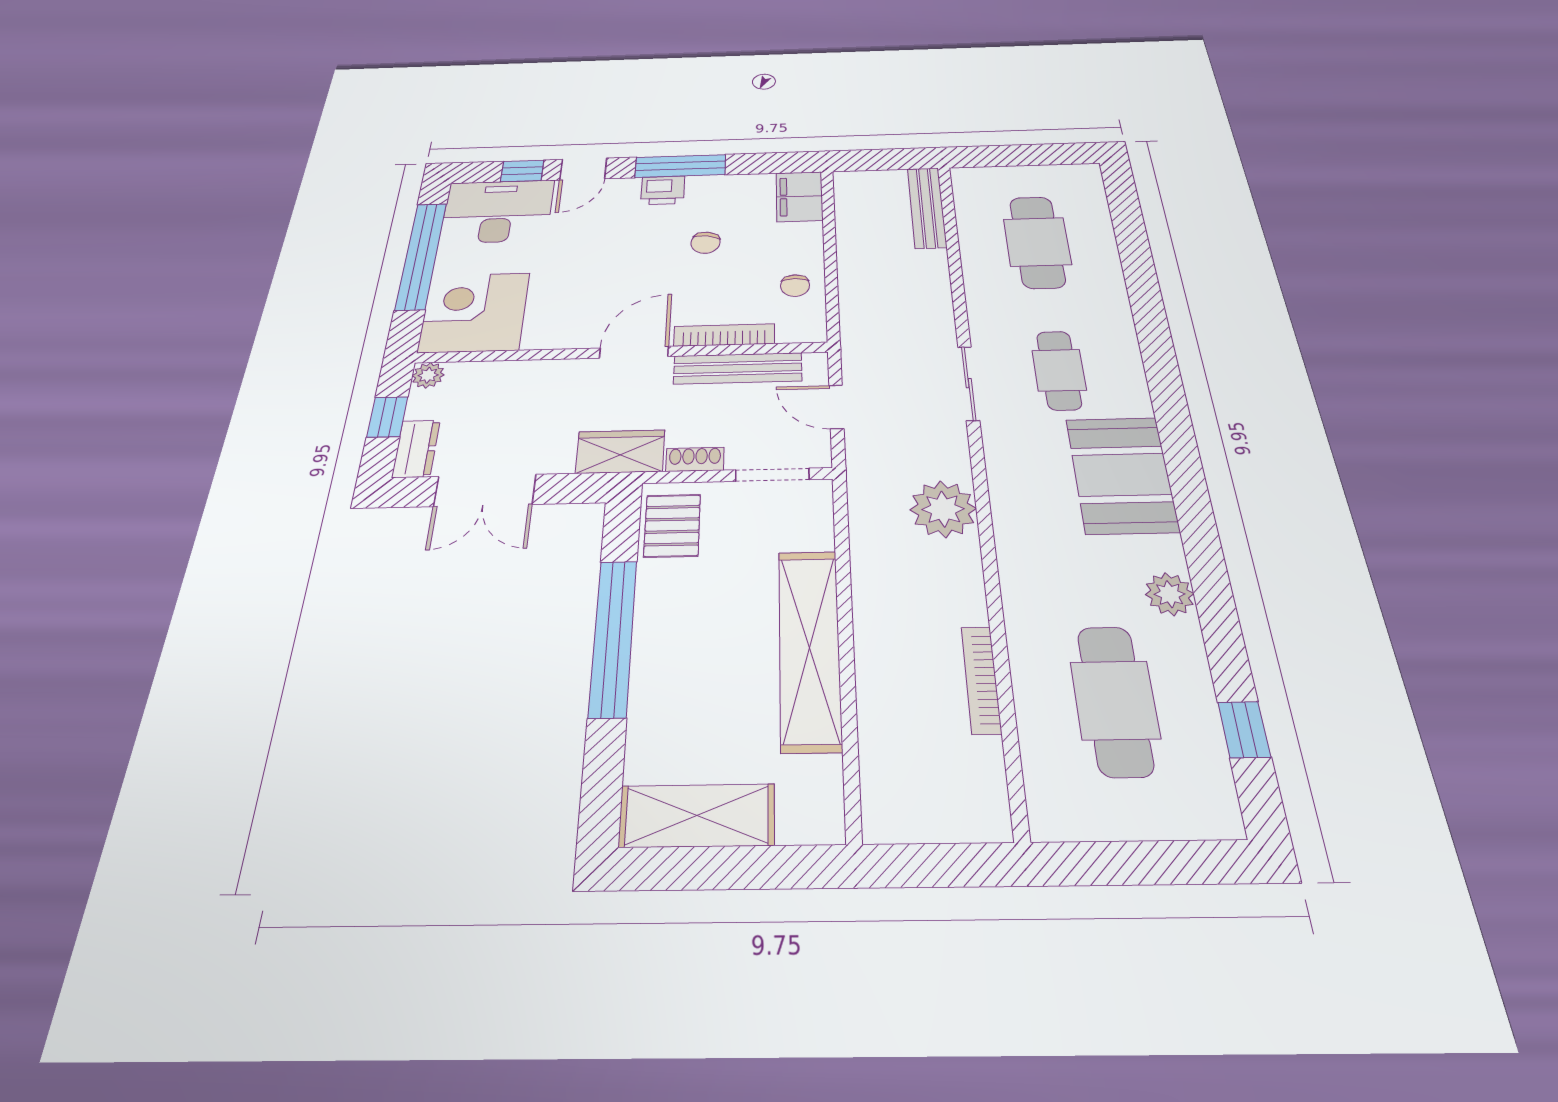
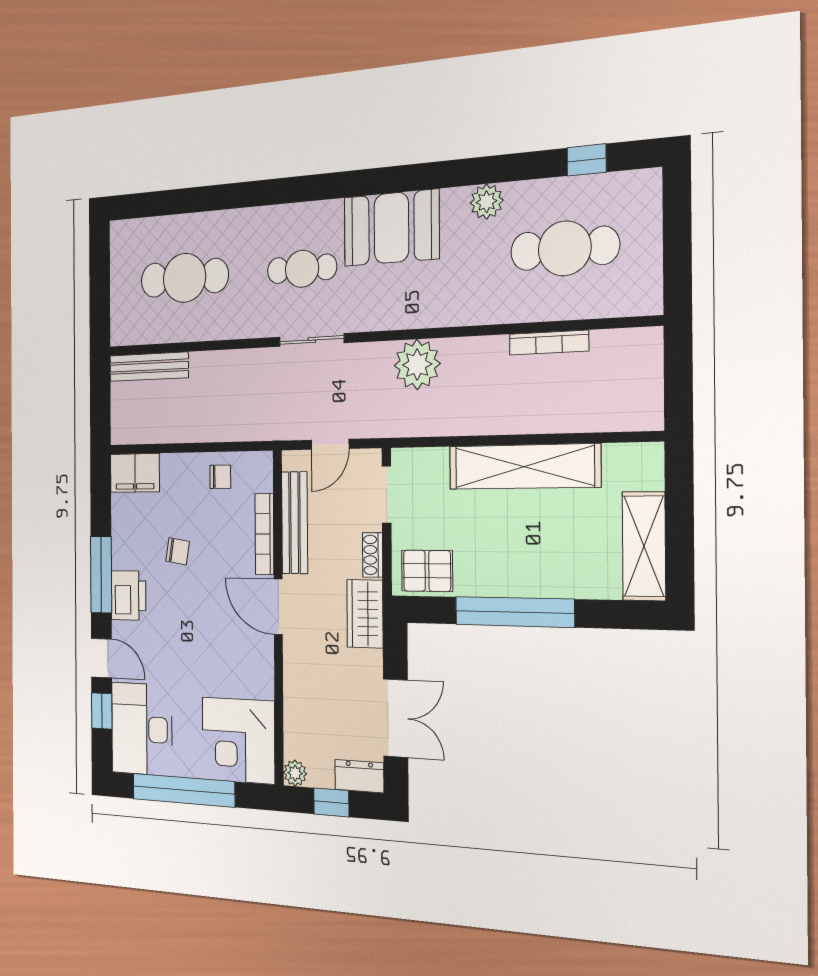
printer: (663, 190) -> (128, 595), width x1.36, depth x1.24

